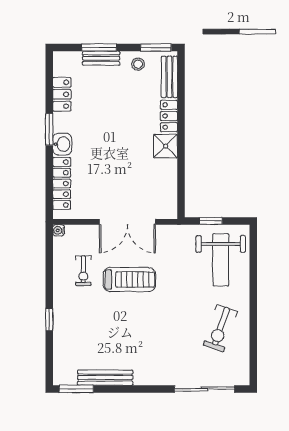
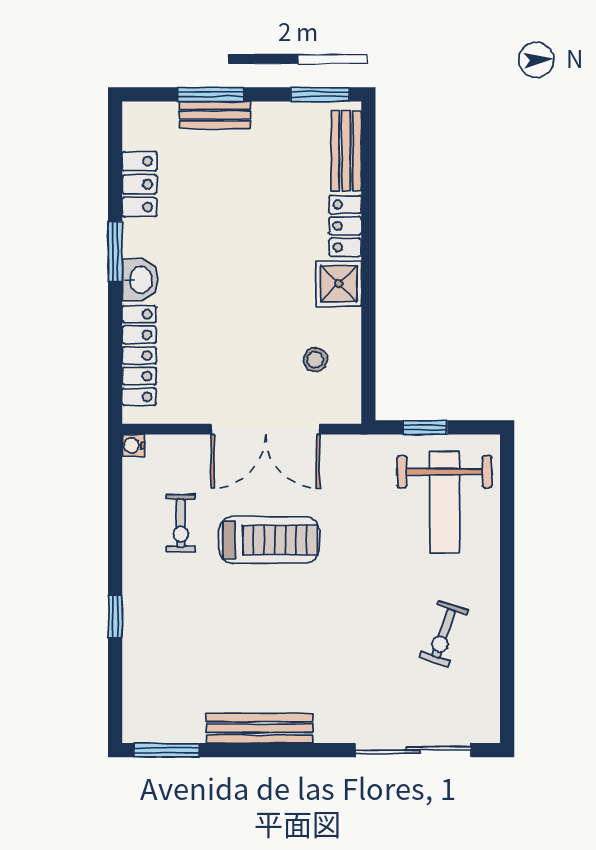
stool: (138, 64) -> (315, 360), moved
exercise bike: (220, 328) -> (444, 634), width x0.73, depth x0.72
bench: (105, 378) -> (260, 728), moved

